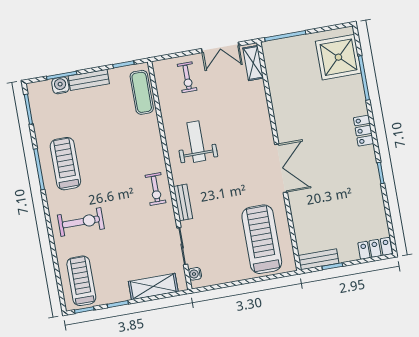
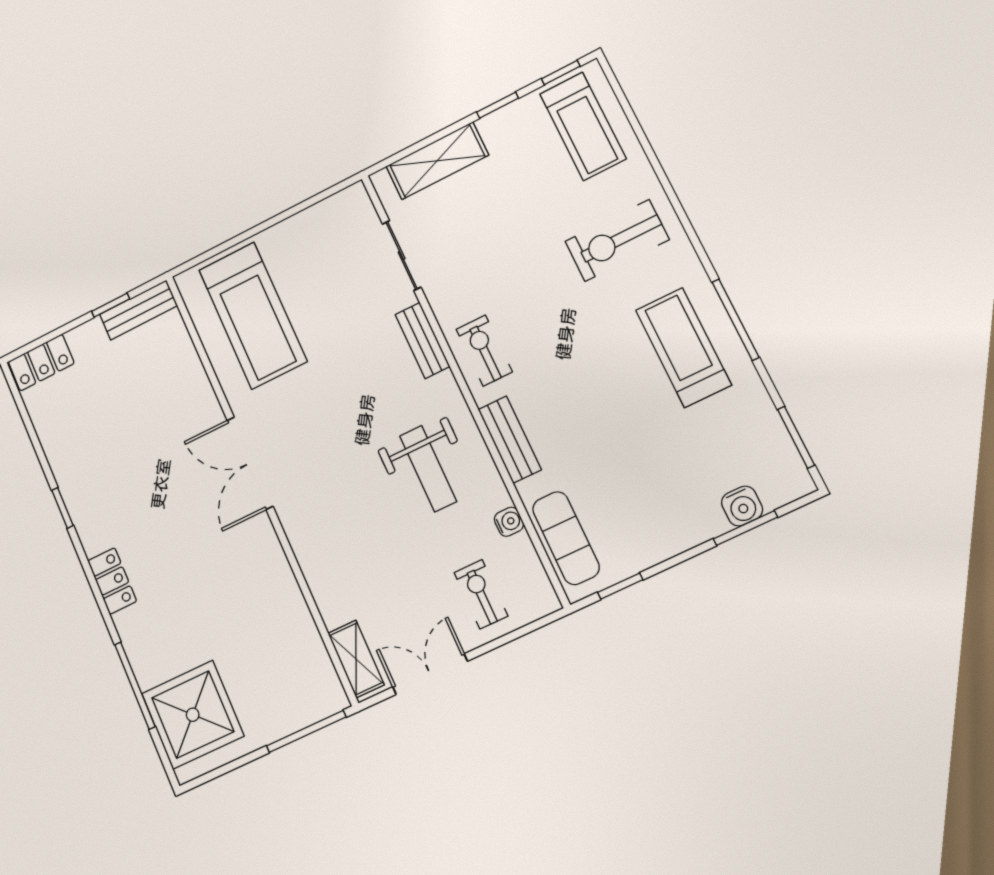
bench: (89, 80) -> (510, 439), moved, turned 90
treadmill: (65, 164) -> (683, 347), turned 180
water cooler: (195, 274) -> (509, 522), moved

